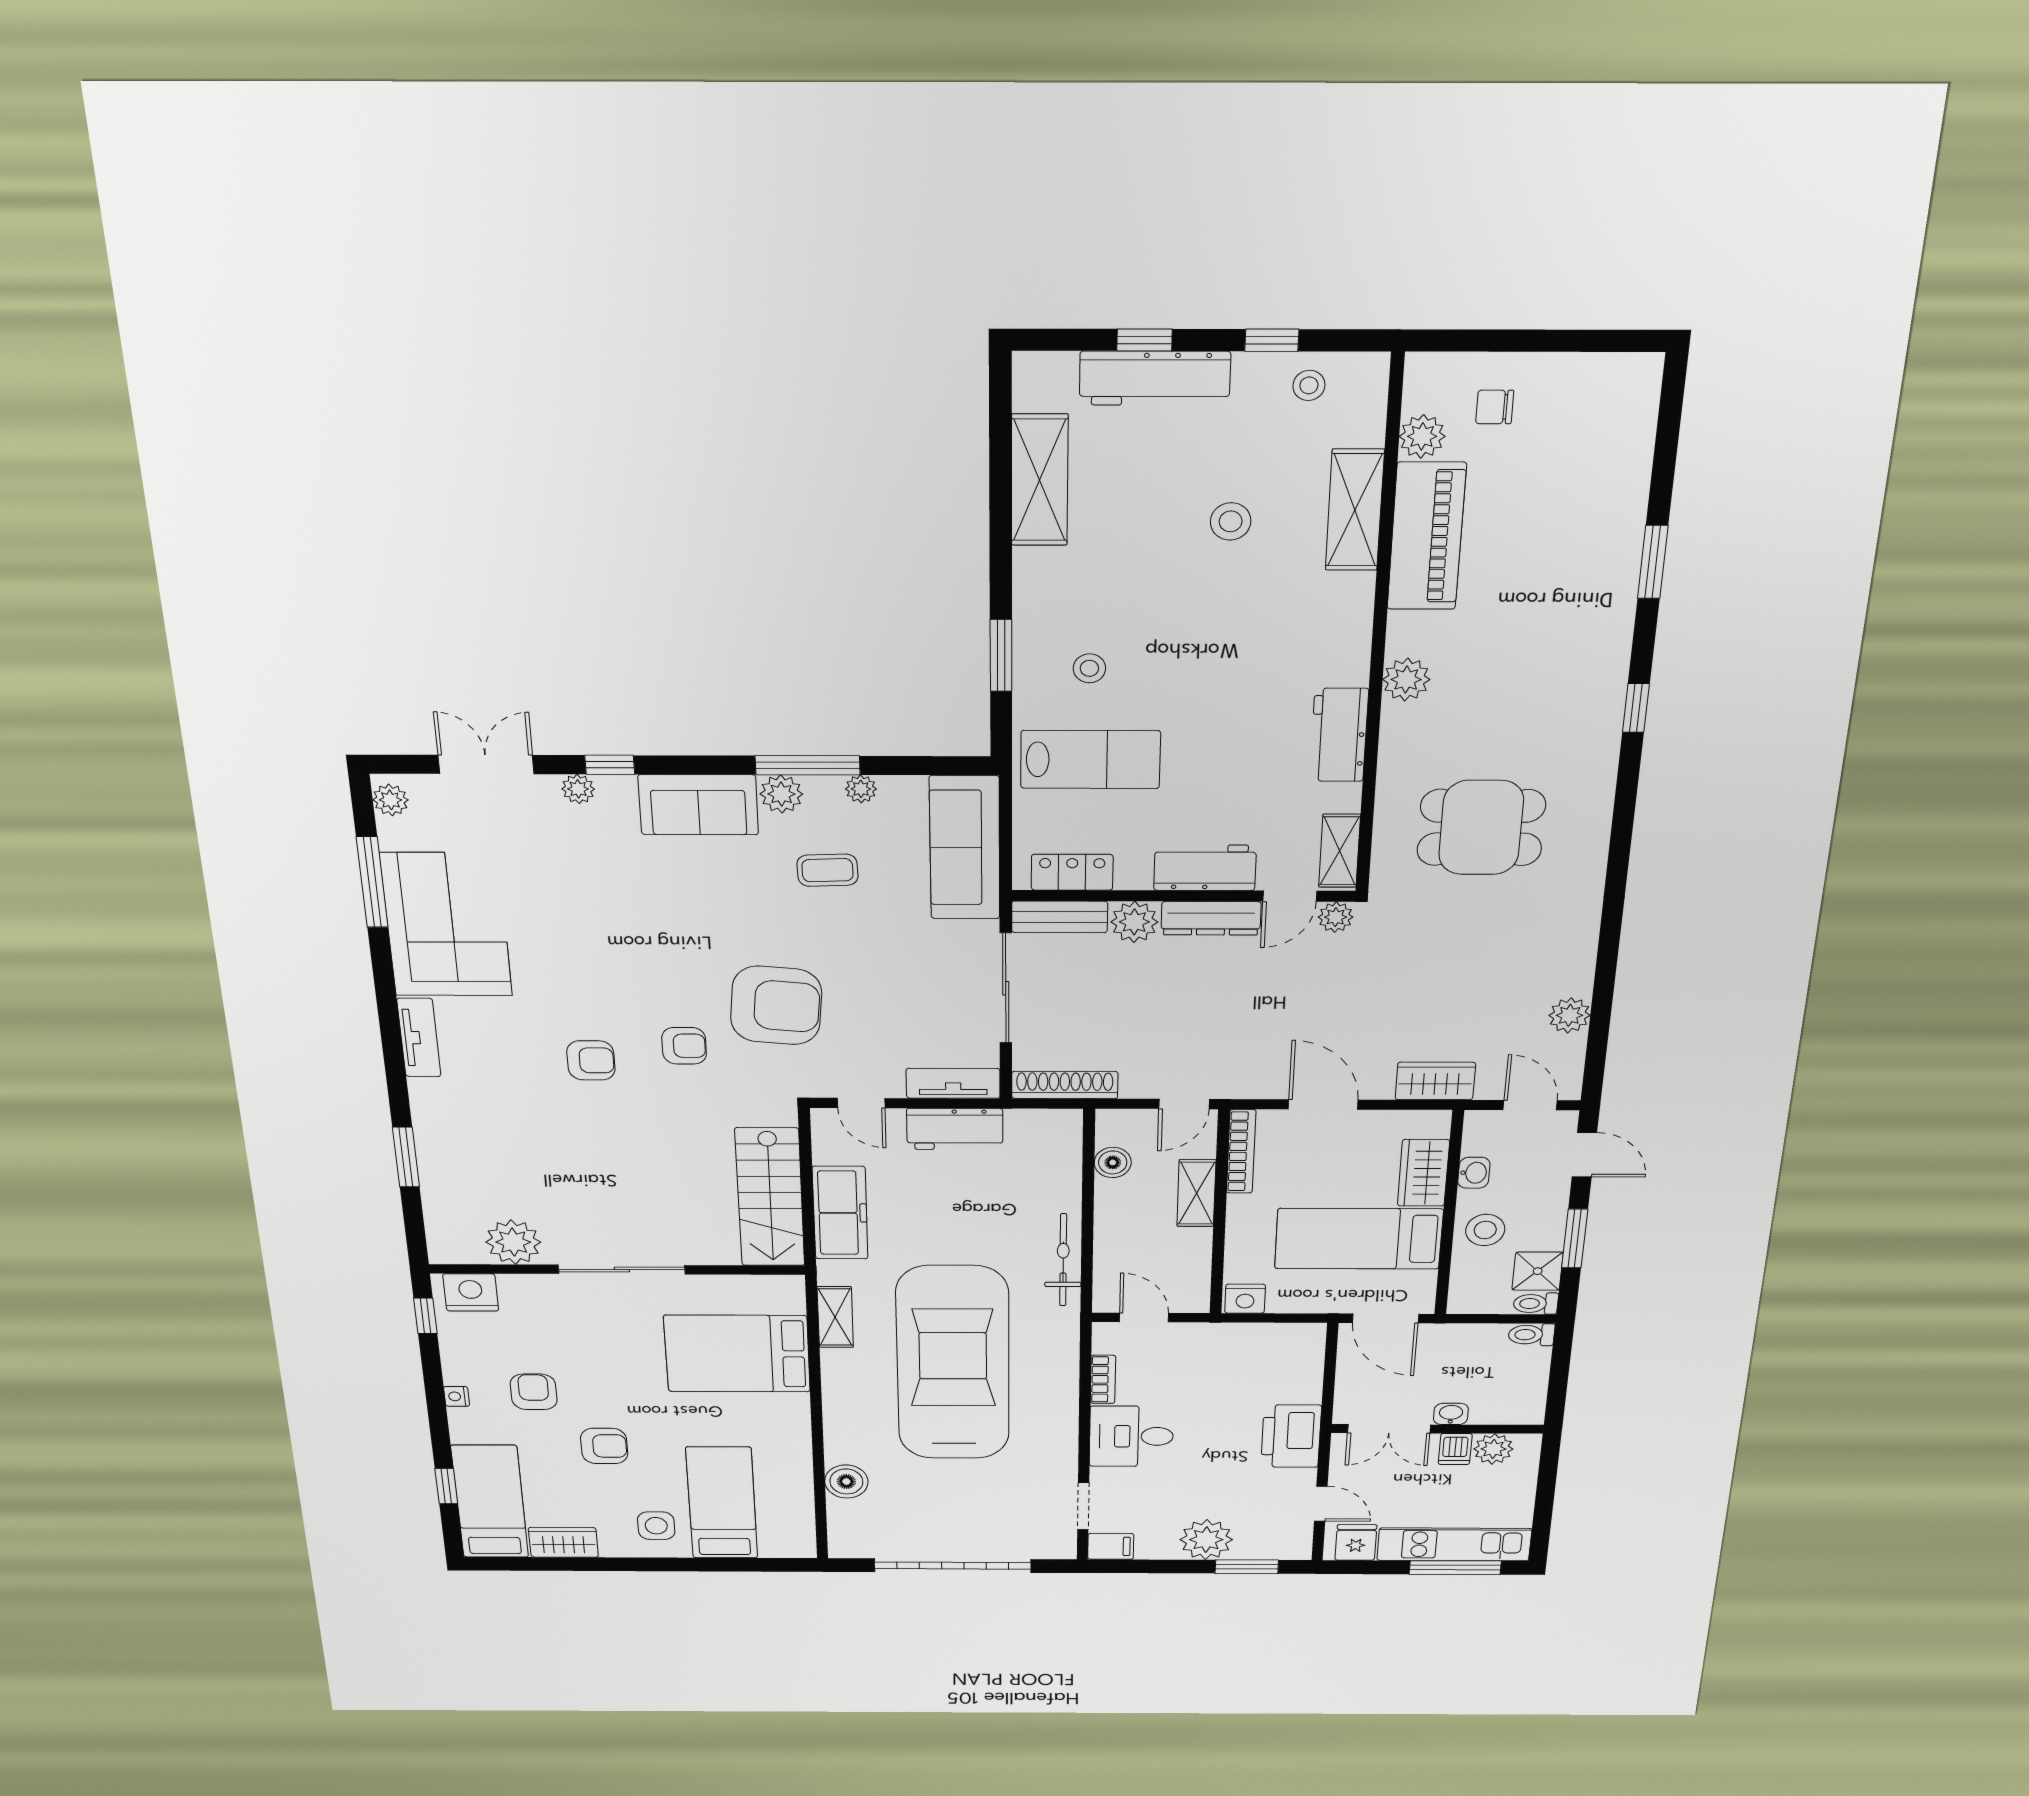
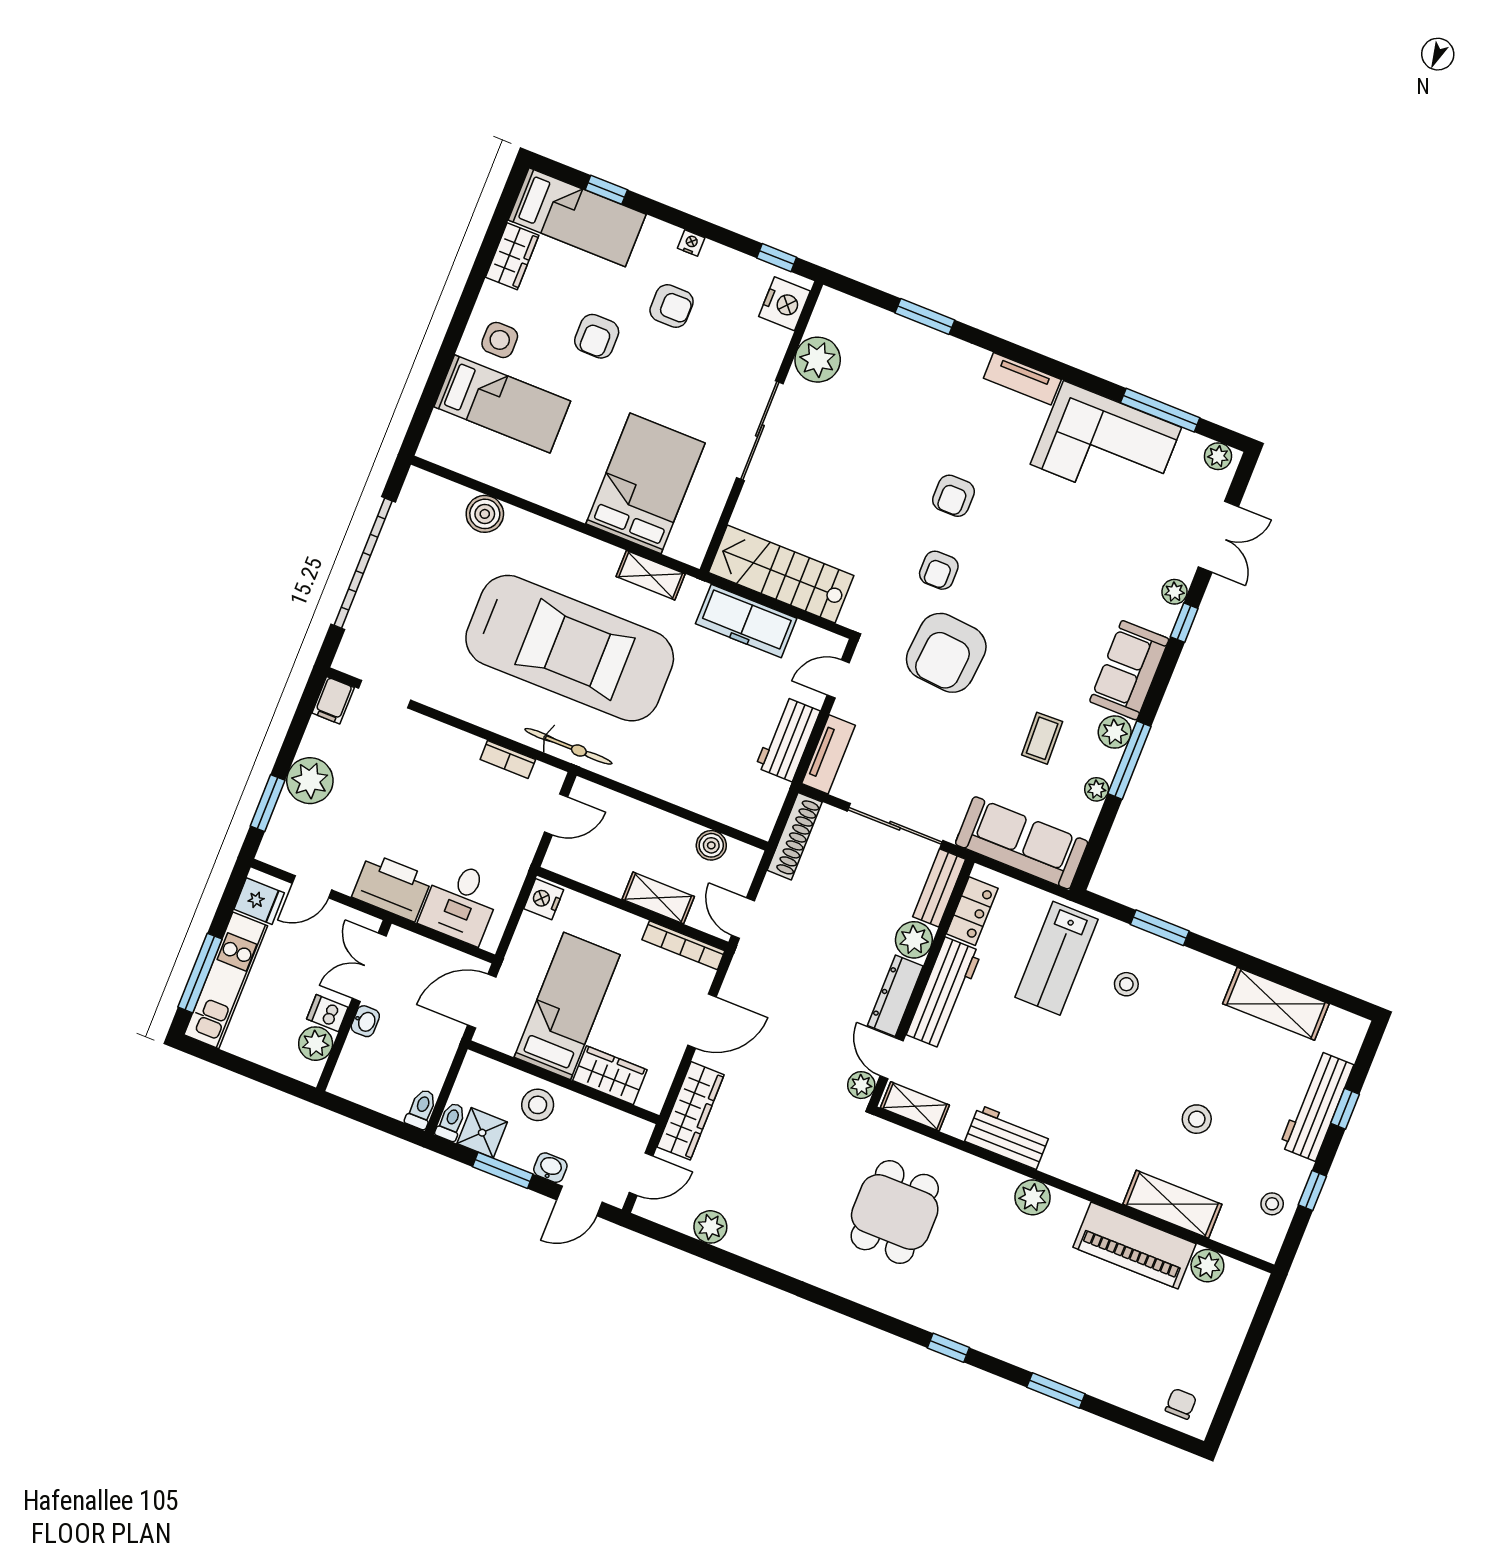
chair: (1495, 407) -> (1181, 1404), moved
workbench: (1205, 868) -> (944, 993), width x1.37
wardrobe: (1435, 1081) -> (691, 1111), width x1.50
washbasin: (1474, 1173) -> (550, 1168), moved, turned 180
bicycle: (1063, 1260) -> (568, 746), moved
desk: (1131, 1436) -> (461, 903), moved, turned 180

